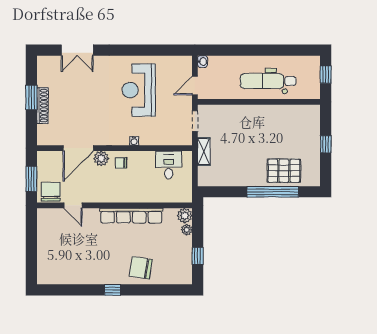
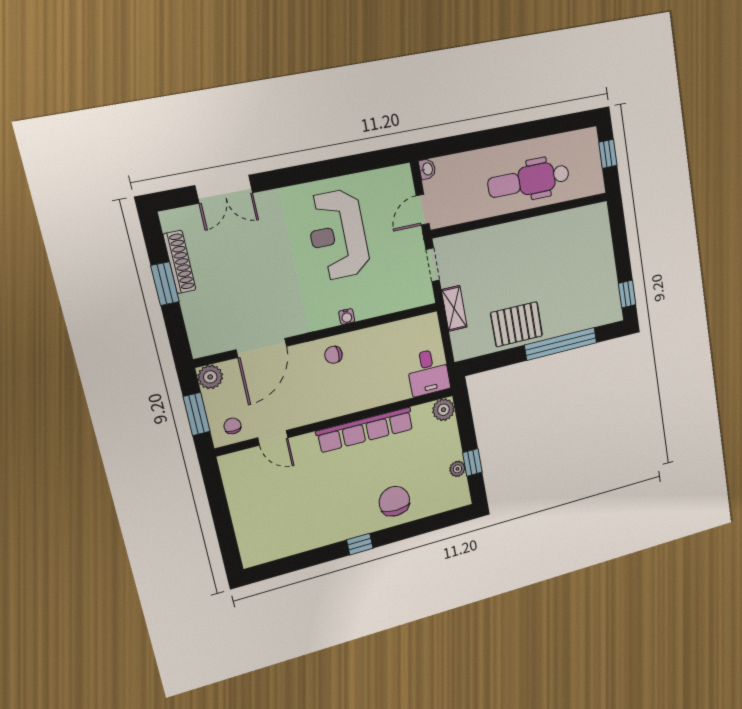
shoe rack: (42, 106) -> (179, 262), moved
window: (326, 144) -> (627, 294), moved
plant: (101, 158) -> (210, 377), moved
desk: (169, 165) -> (428, 372), moved, turned 180
pallet: (284, 171) -> (517, 324), moved
chair: (51, 192) -> (233, 426), width x0.54, depth x0.54
plant: (187, 230) -> (457, 469), moved
chair: (141, 268) -> (394, 501), turned 81

